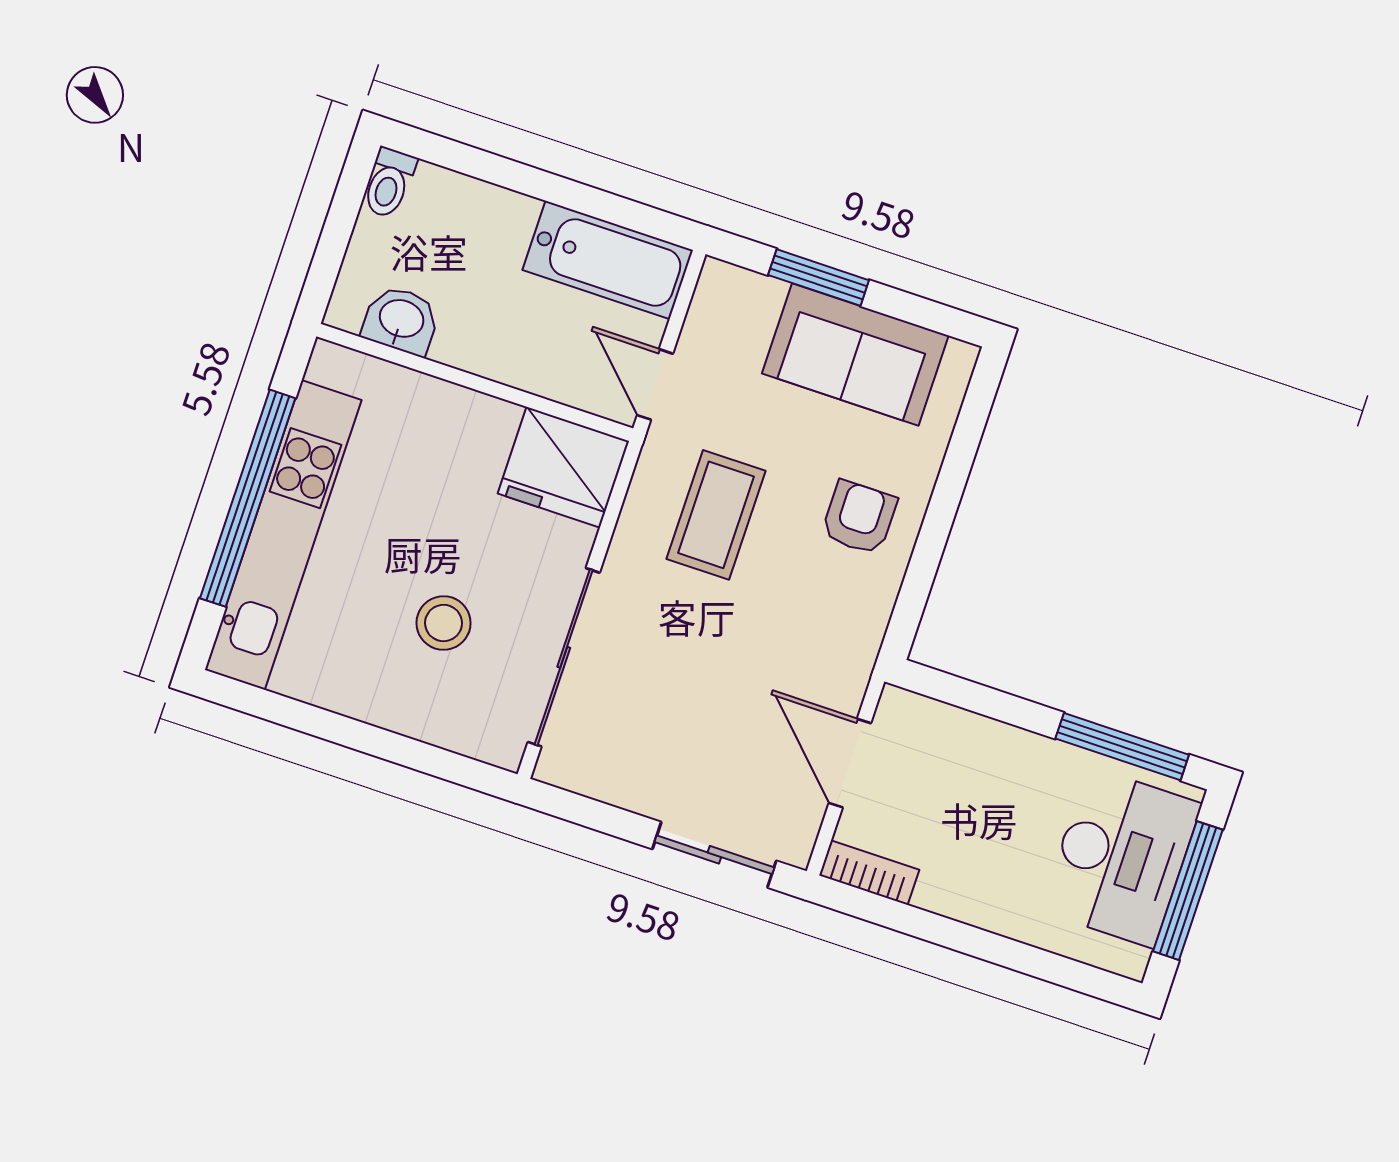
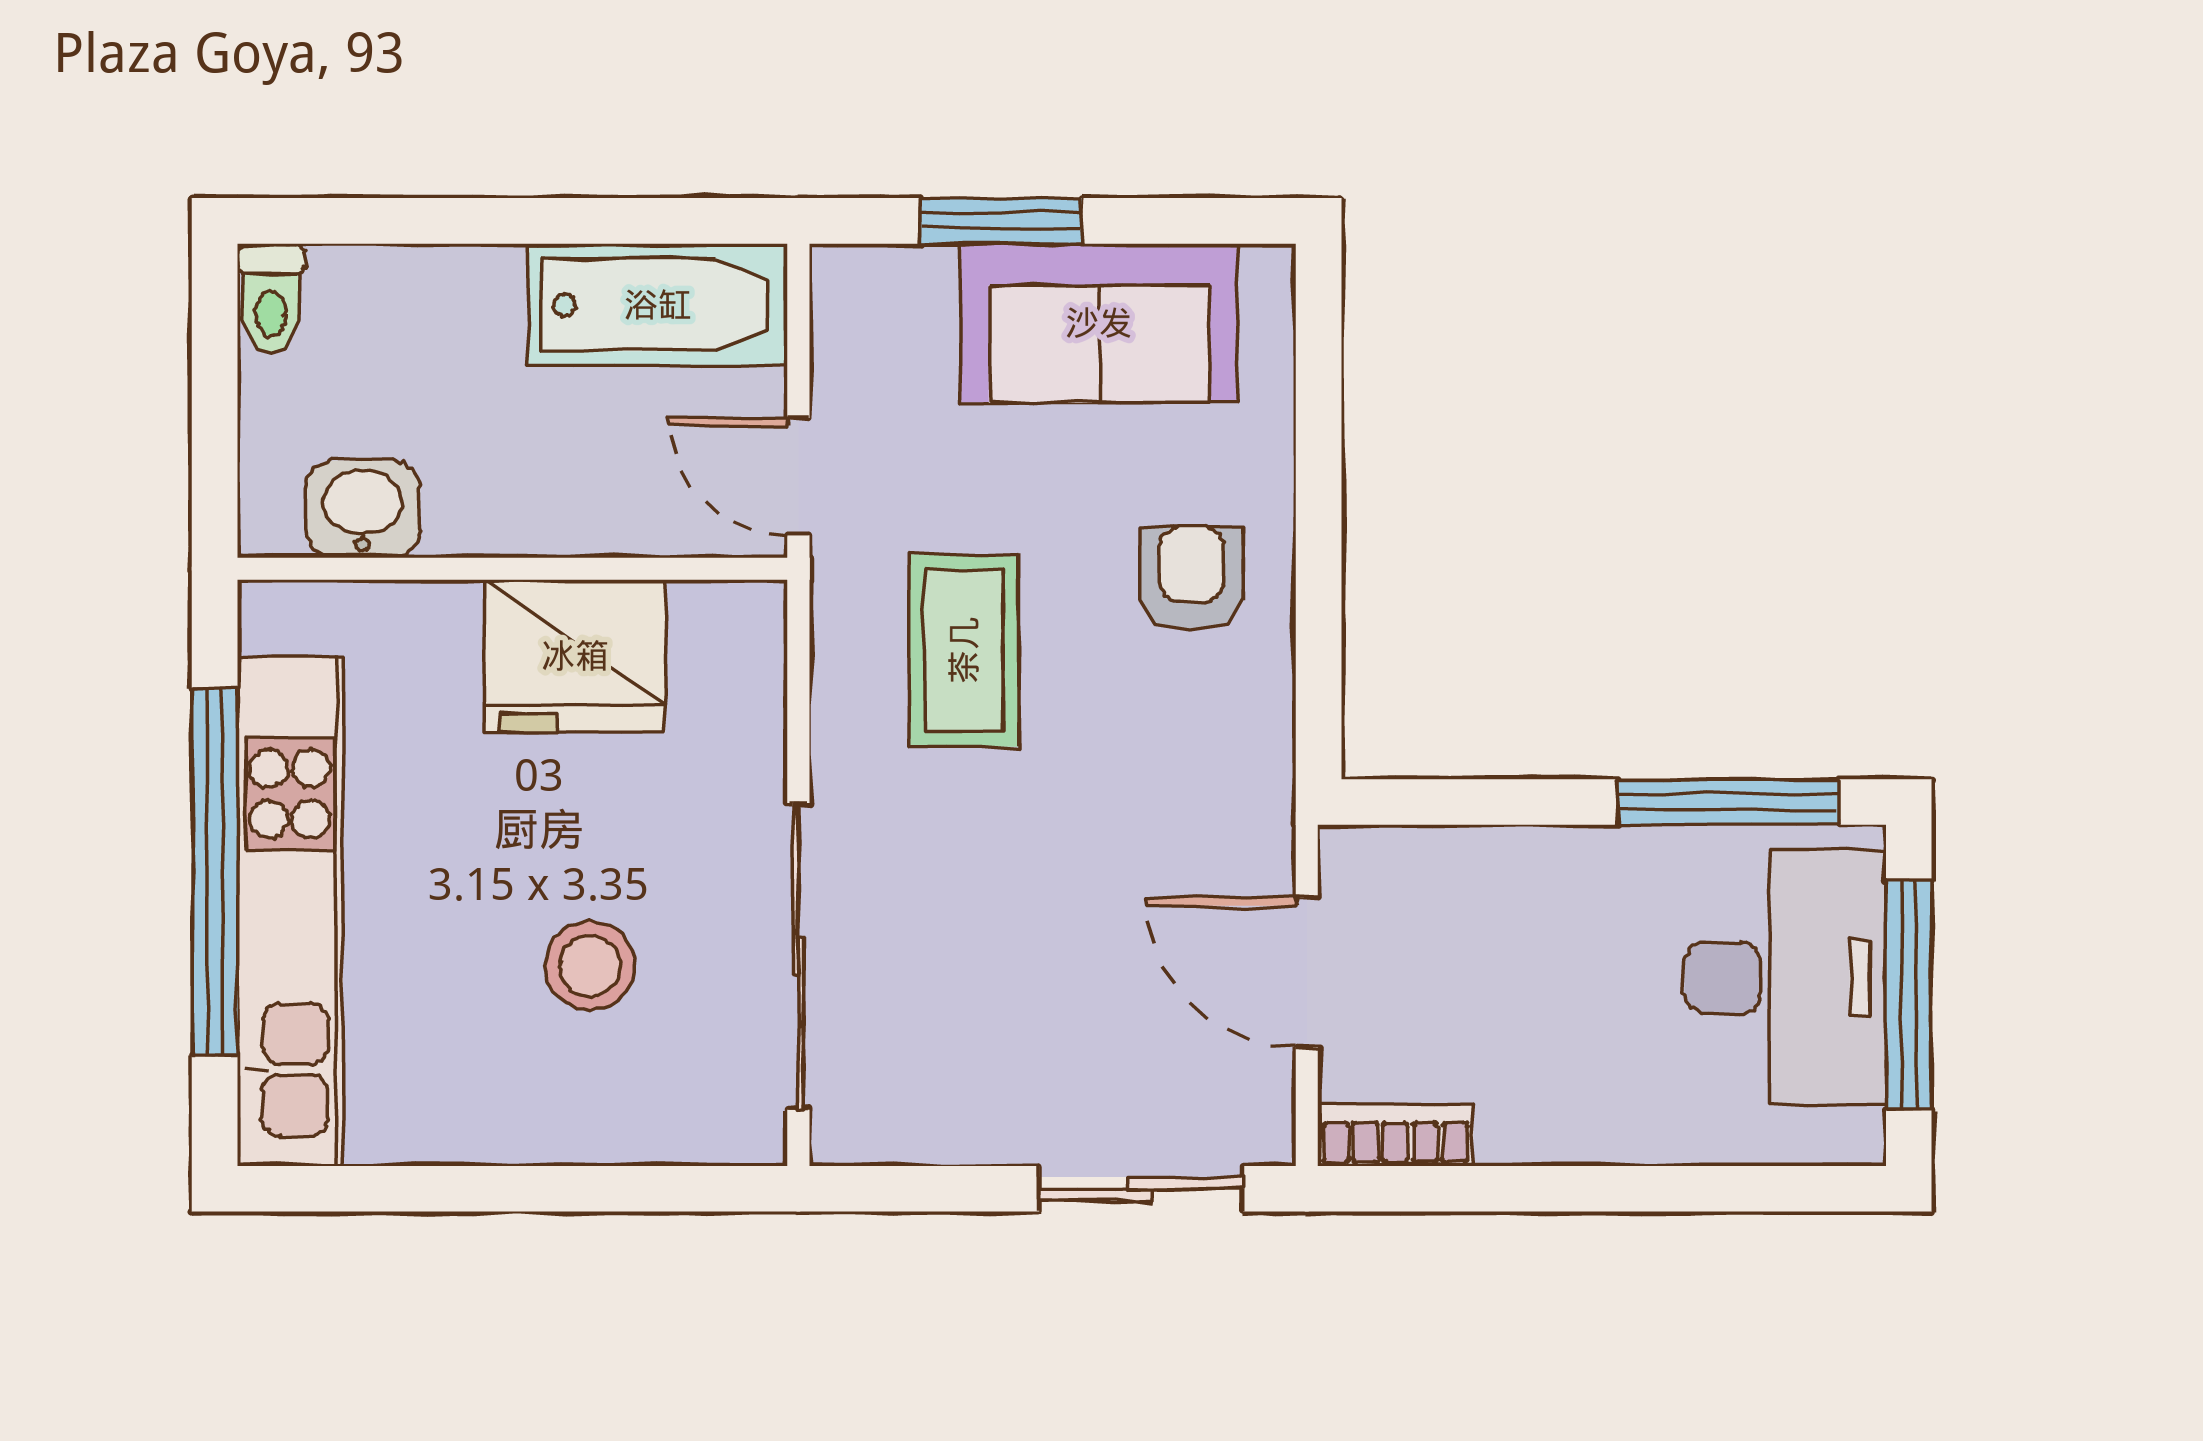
fridge: (563, 467) -> (575, 656), moved

